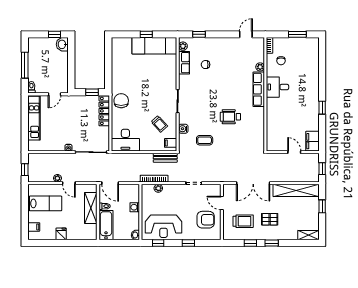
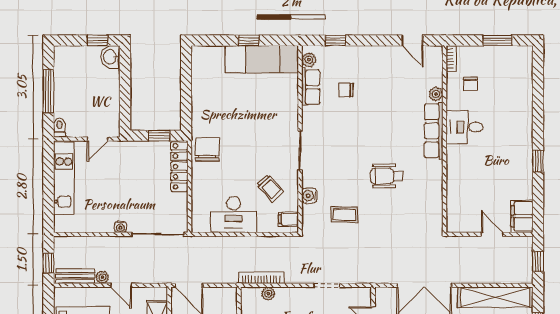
door: (246, 34) -> (412, 40), swing flipped
desk: (125, 140) -> (234, 215), moved
bench: (165, 158) -> (75, 276), moved

